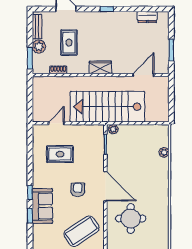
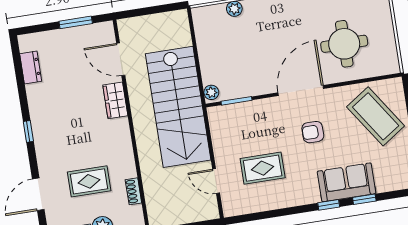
wardrobe: (100, 67) -> (115, 100), moved
rug: (60, 154) -> (263, 168), turned 90

